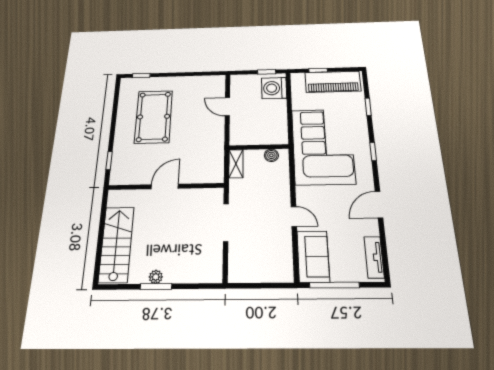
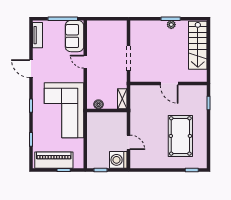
washing machine: (274, 88) -> (118, 160), moved, turned 180
door: (165, 186) -> (169, 84), hinge flipped
door: (379, 205) -> (31, 69), swing flipped

